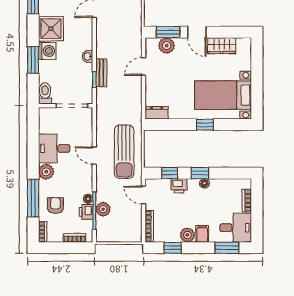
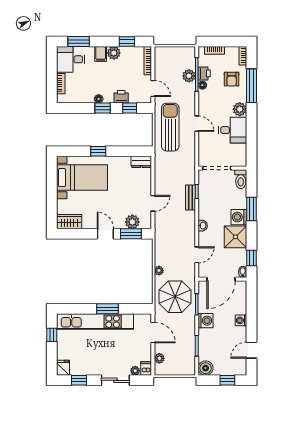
wardrobe: (222, 46) -> (69, 222), moved
washbasin: (88, 56) -> (203, 226), moved

